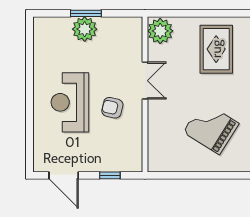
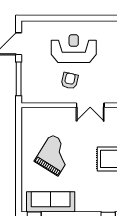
window: (110, 175) -> (19, 79), width x2.17

